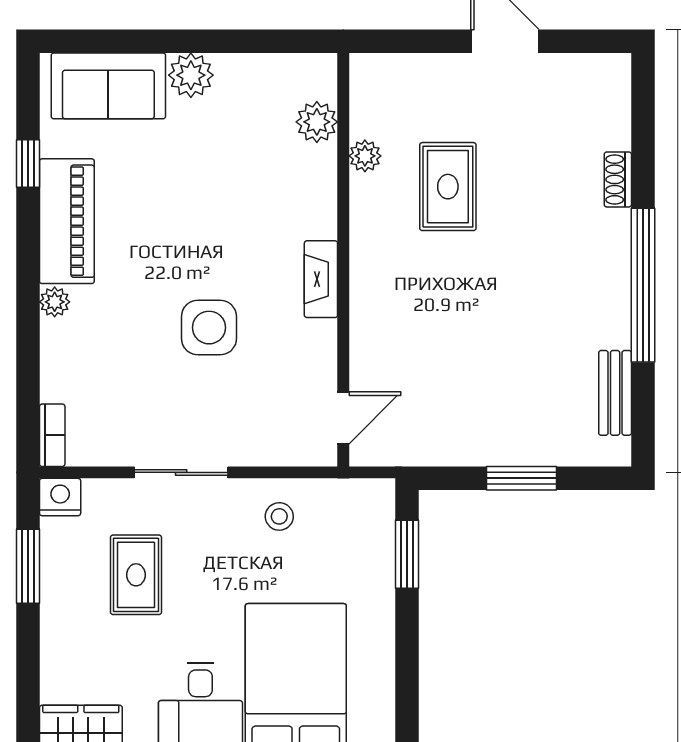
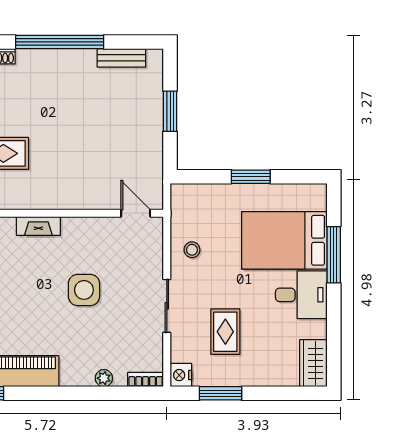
fireplace: (321, 279) -> (38, 226), moved
plant: (55, 302) -> (104, 378), moved
window: (407, 554) -> (251, 177), moved
rug: (136, 575) -> (225, 332), turned 90

